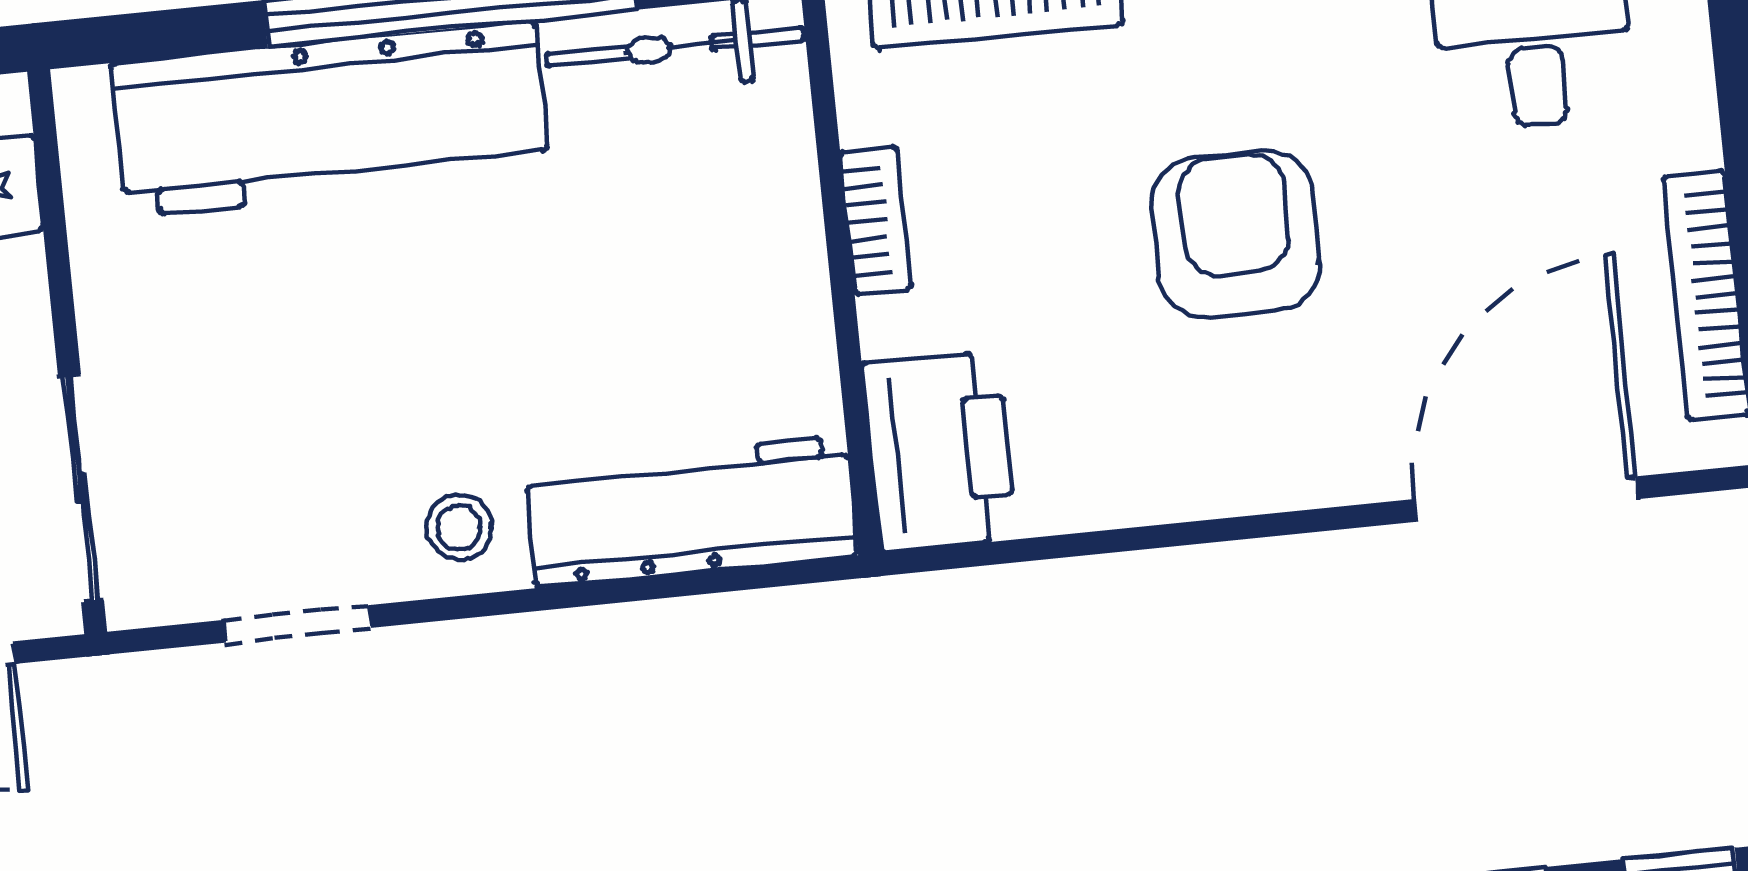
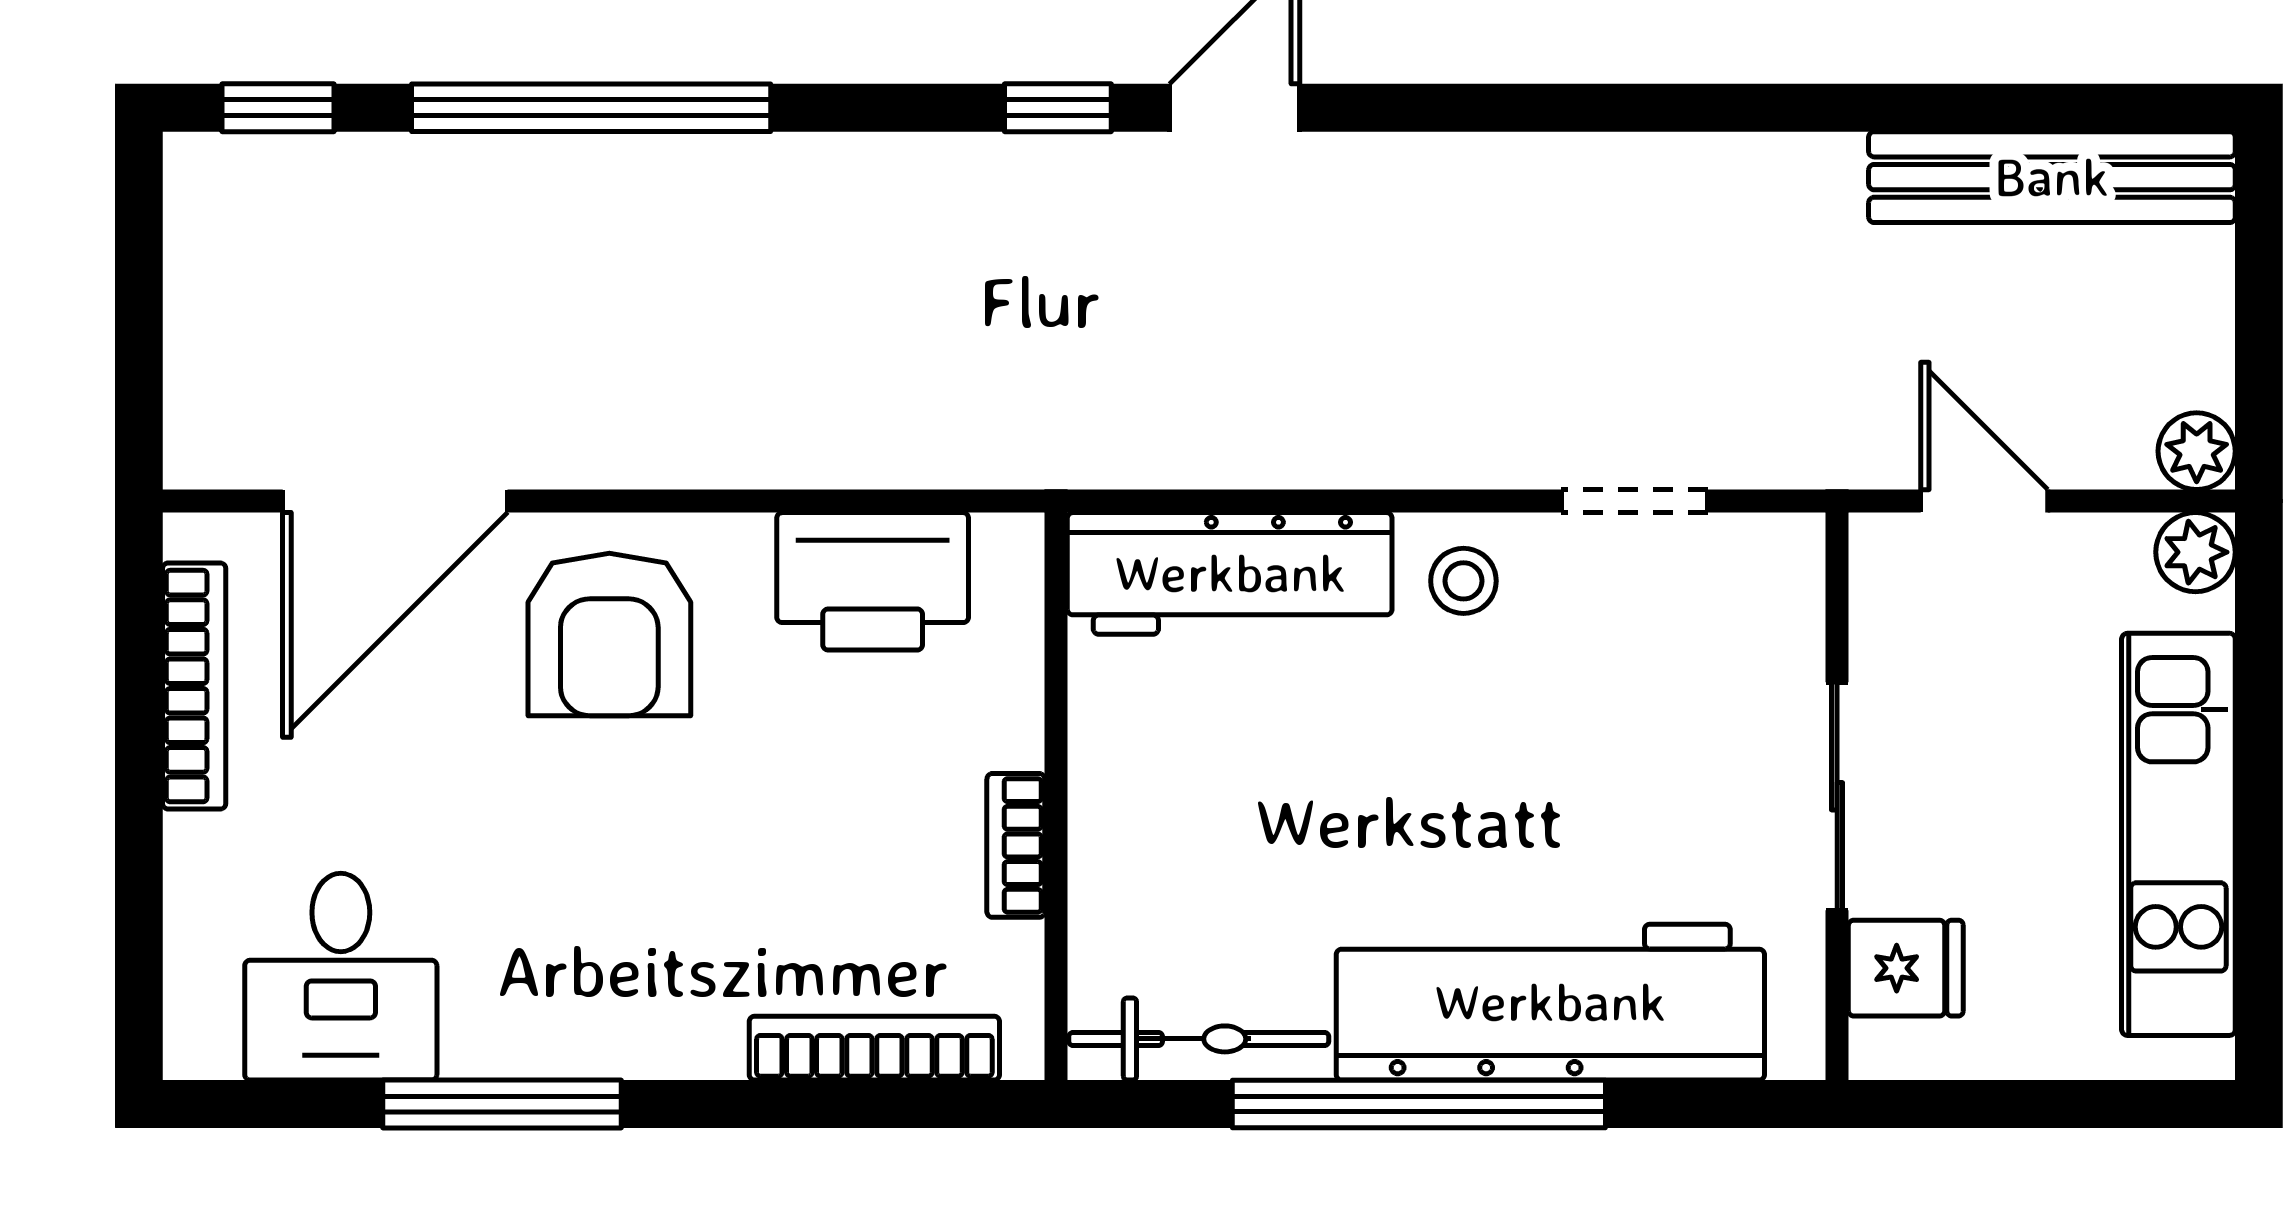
armchair: (1236, 234) -> (609, 634), moved
printer: (939, 451) -> (873, 581), moved, turned -90
sliding door: (81, 488) -> (1837, 796), moved

